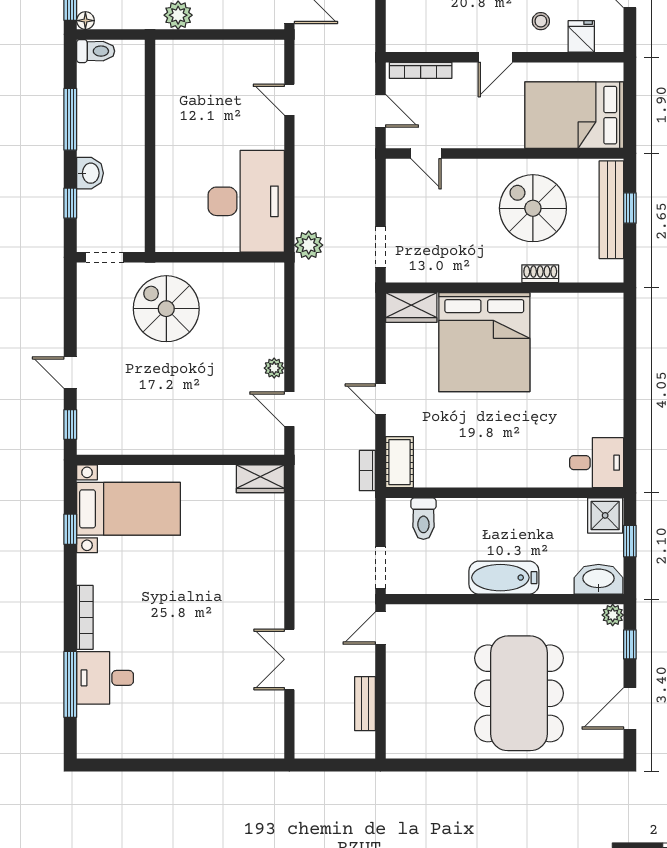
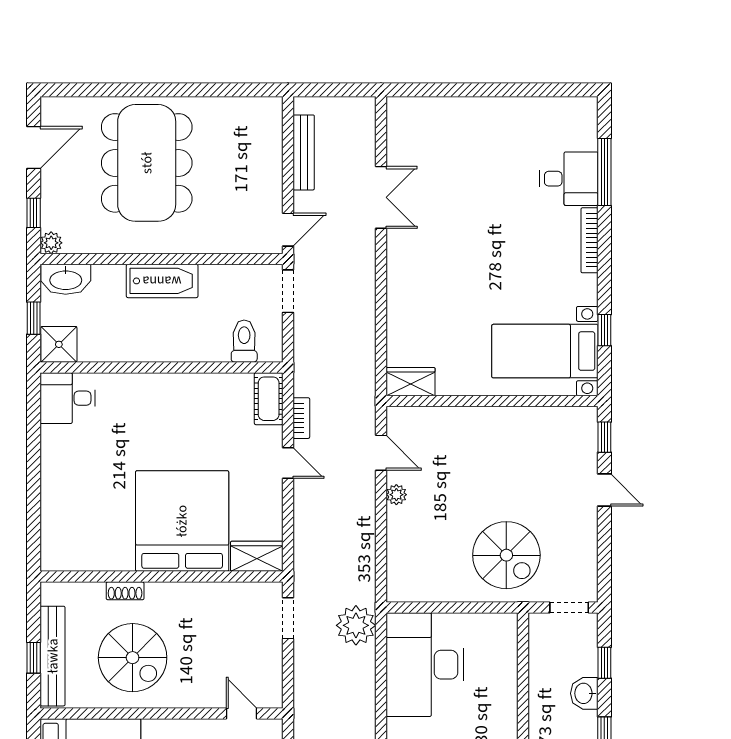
plant: (309, 245) -> (356, 625), width x1.36, depth x1.36
bookcase: (367, 471) -> (301, 418), moved
bench: (365, 704) -> (304, 152), width x1.36

